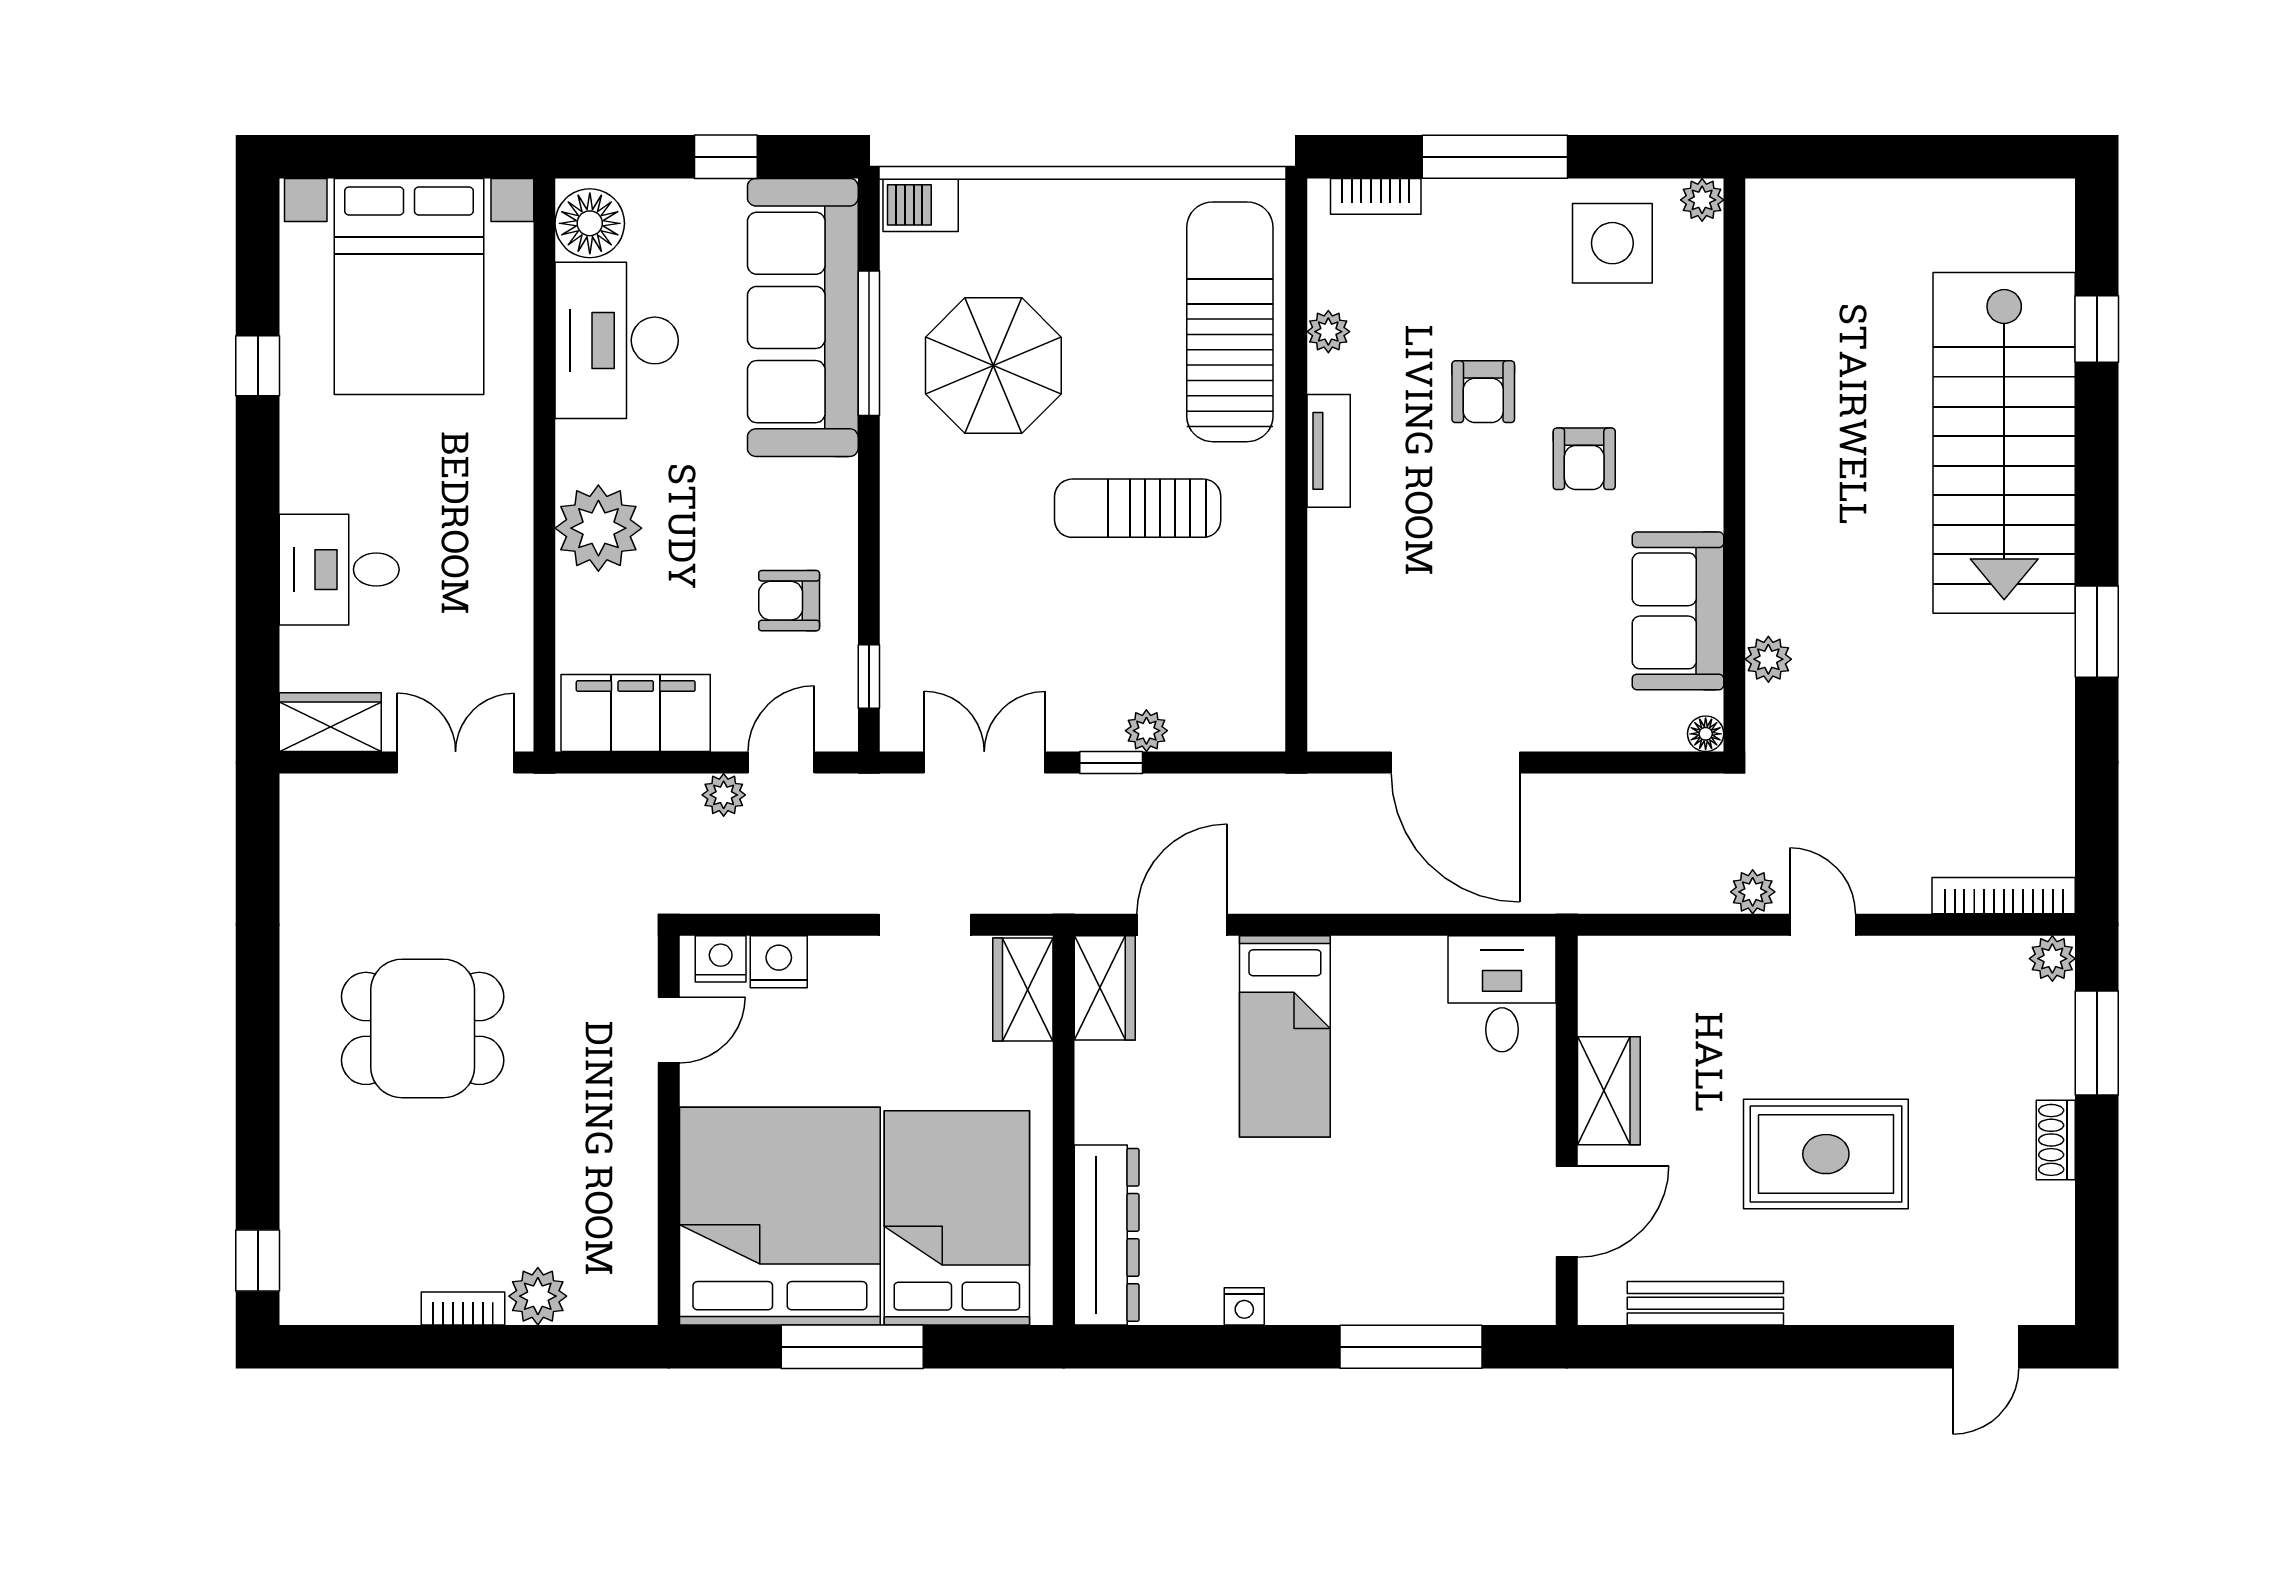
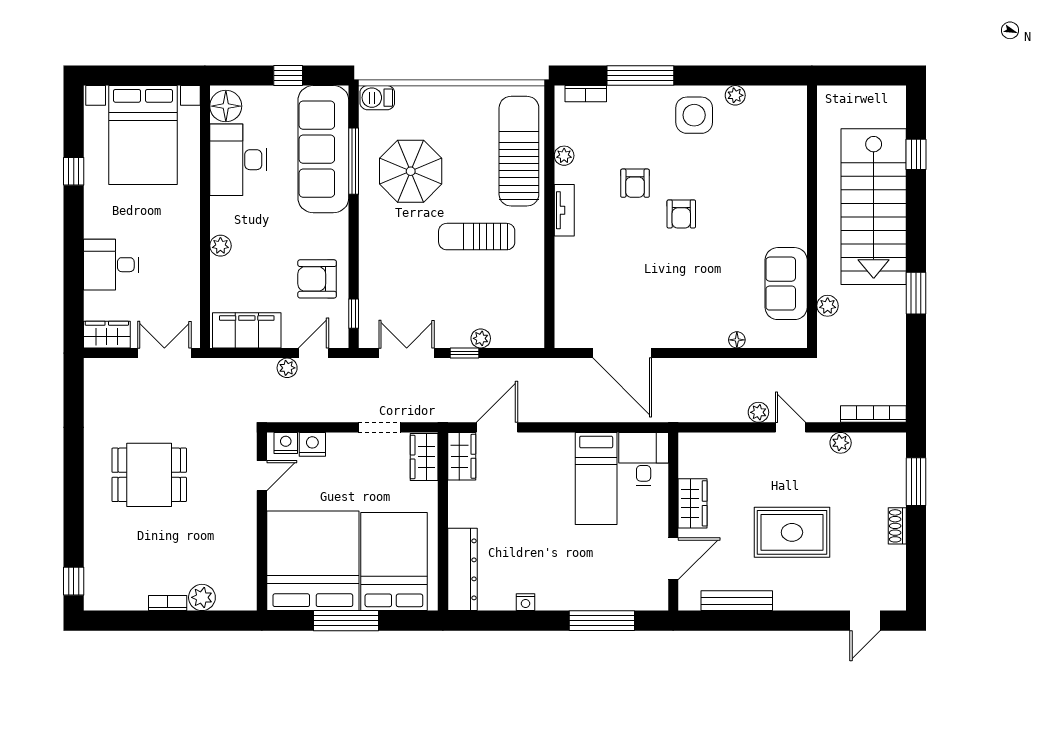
wall: (1734, 465) -> (812, 217), moved
plant: (598, 528) -> (220, 246), width x0.53, depth x0.53
armchair: (789, 601) -> (317, 279), width x1.38, depth x1.38
sofa: (1678, 611) -> (786, 284), moved
plant: (1768, 659) -> (828, 306), moved
plant: (2052, 959) -> (841, 443), moved
bed: (1285, 1036) -> (596, 478), moved

